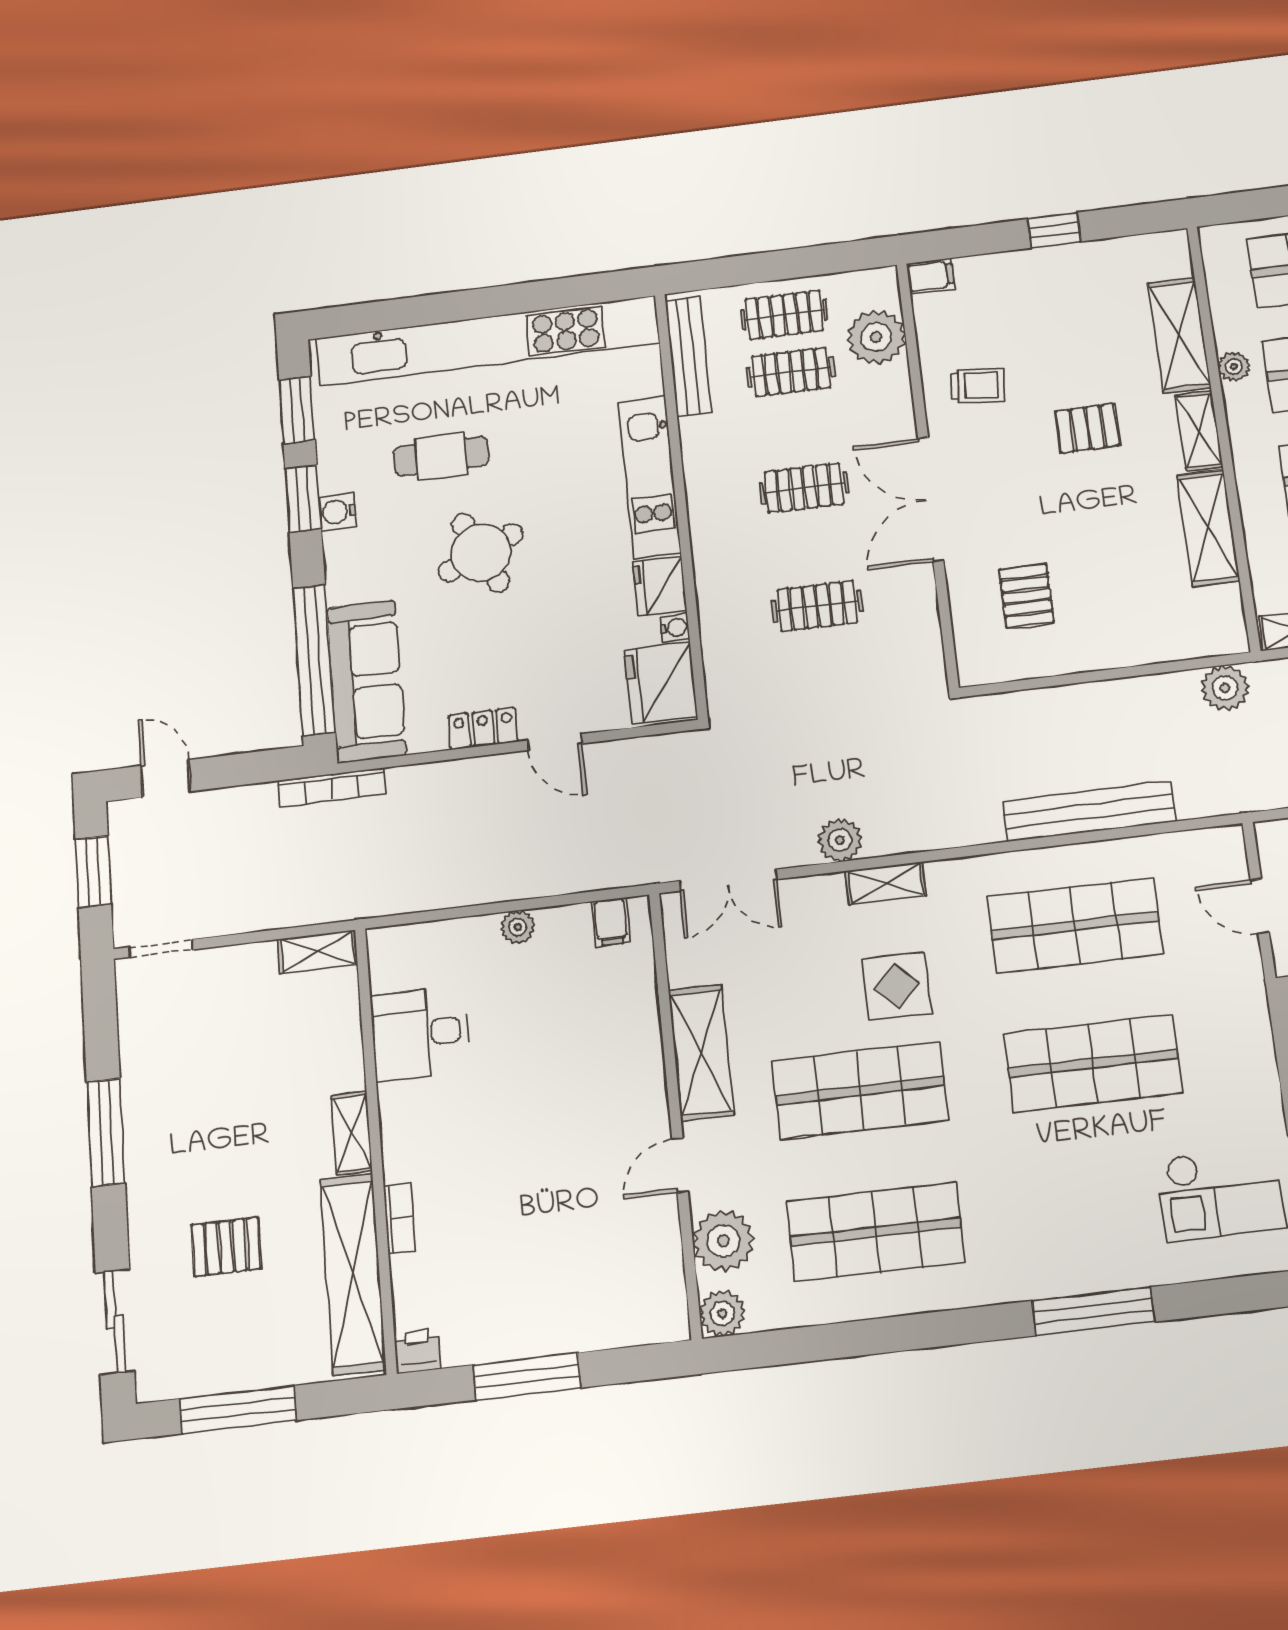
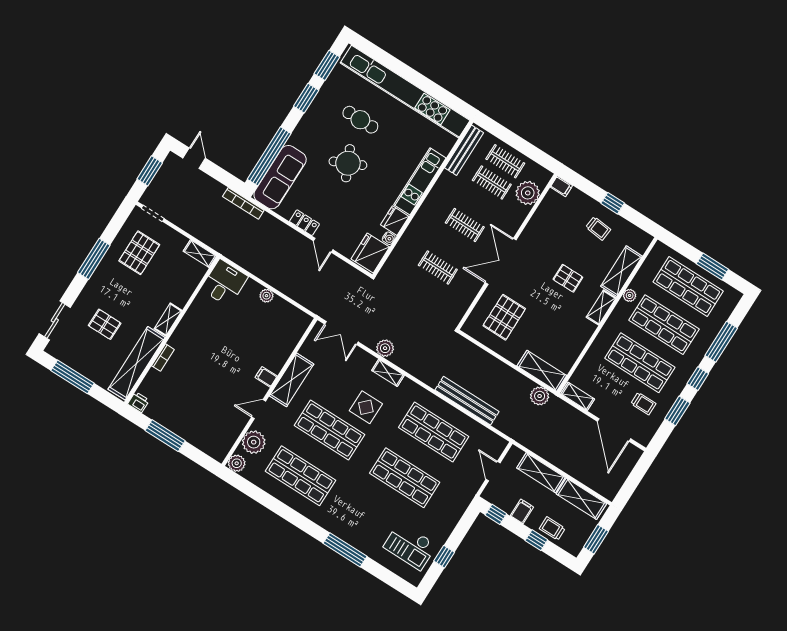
trolley: (978, 386) -> (598, 228), moved
water cooler: (338, 512) -> (314, 112), removed
shelving: (1208, 528) -> (542, 371), moved, turned 90
pallet: (1026, 596) -> (504, 317), width x1.50, depth x1.42
filing cabinet: (611, 922) -> (266, 377), moved, turned 90
desk: (420, 1034) -> (224, 283), moved, turned 90
pallet: (191, 1047) -> (139, 253), added

